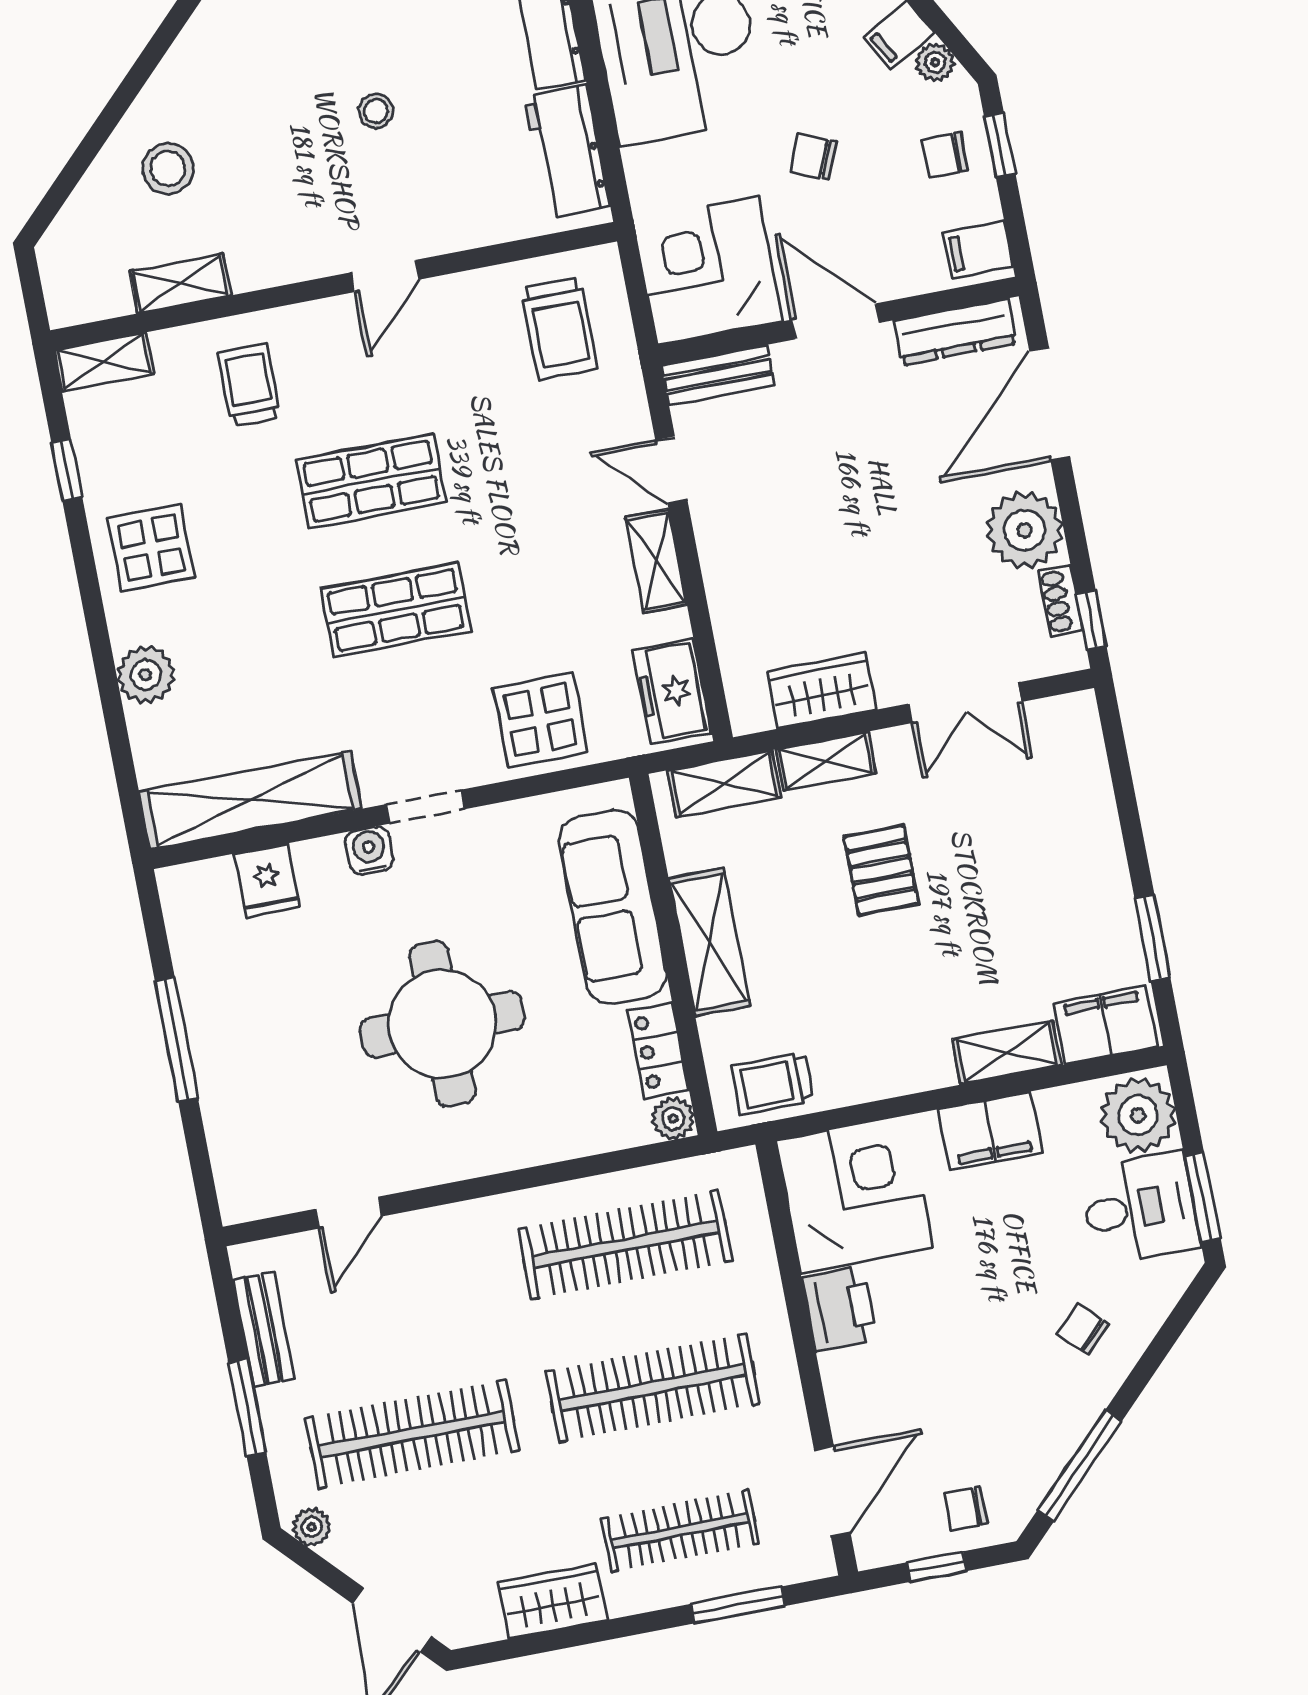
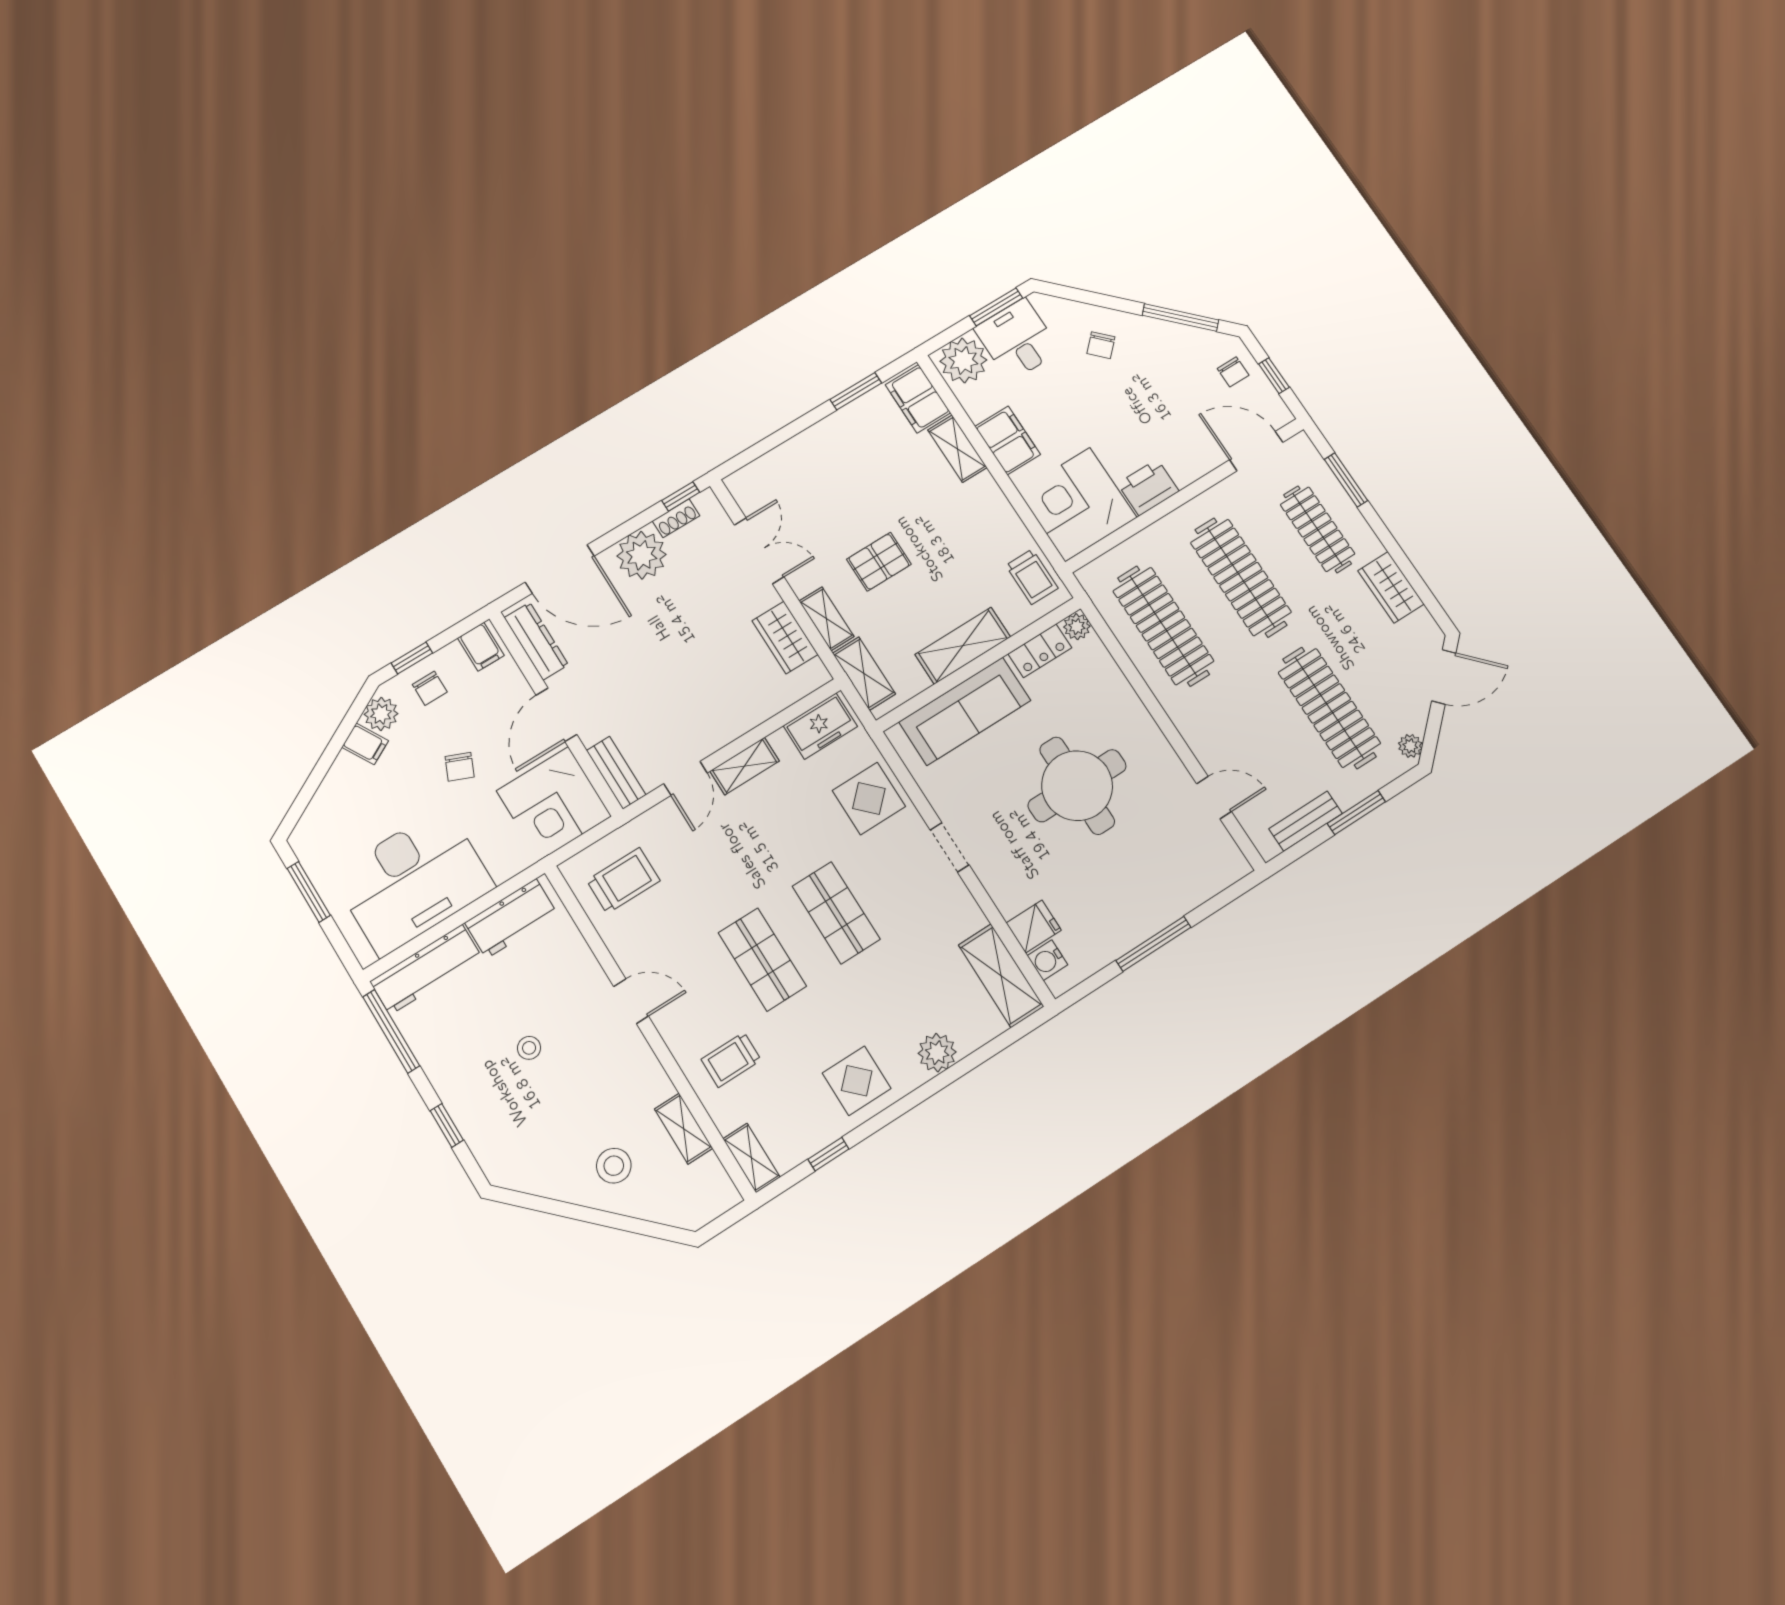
plant: (935, 62) -> (381, 714), width x1.38, depth x1.38
shelving: (250, 800) -> (1001, 976), width x0.68
water cooler: (369, 850) -> (1047, 960), moved

